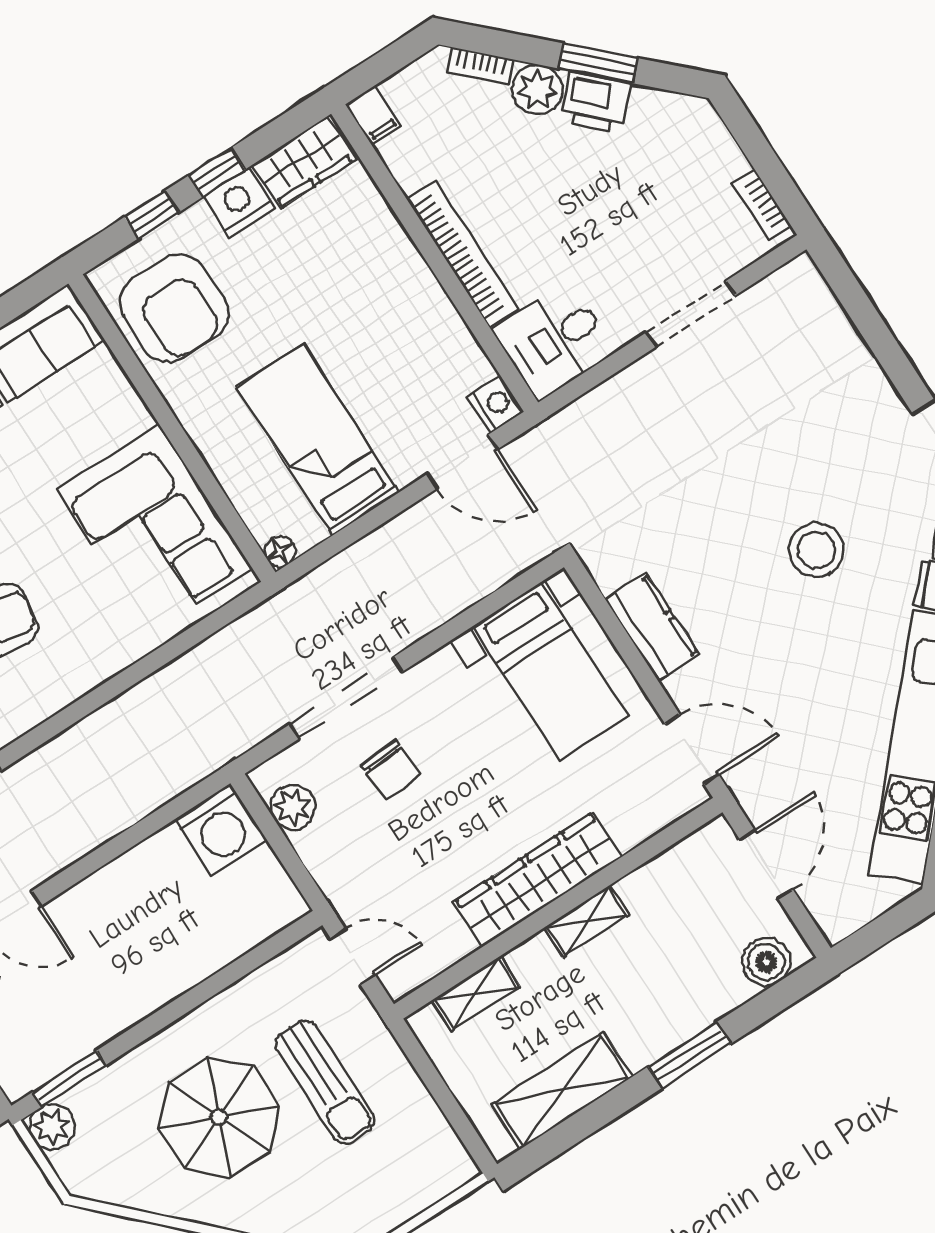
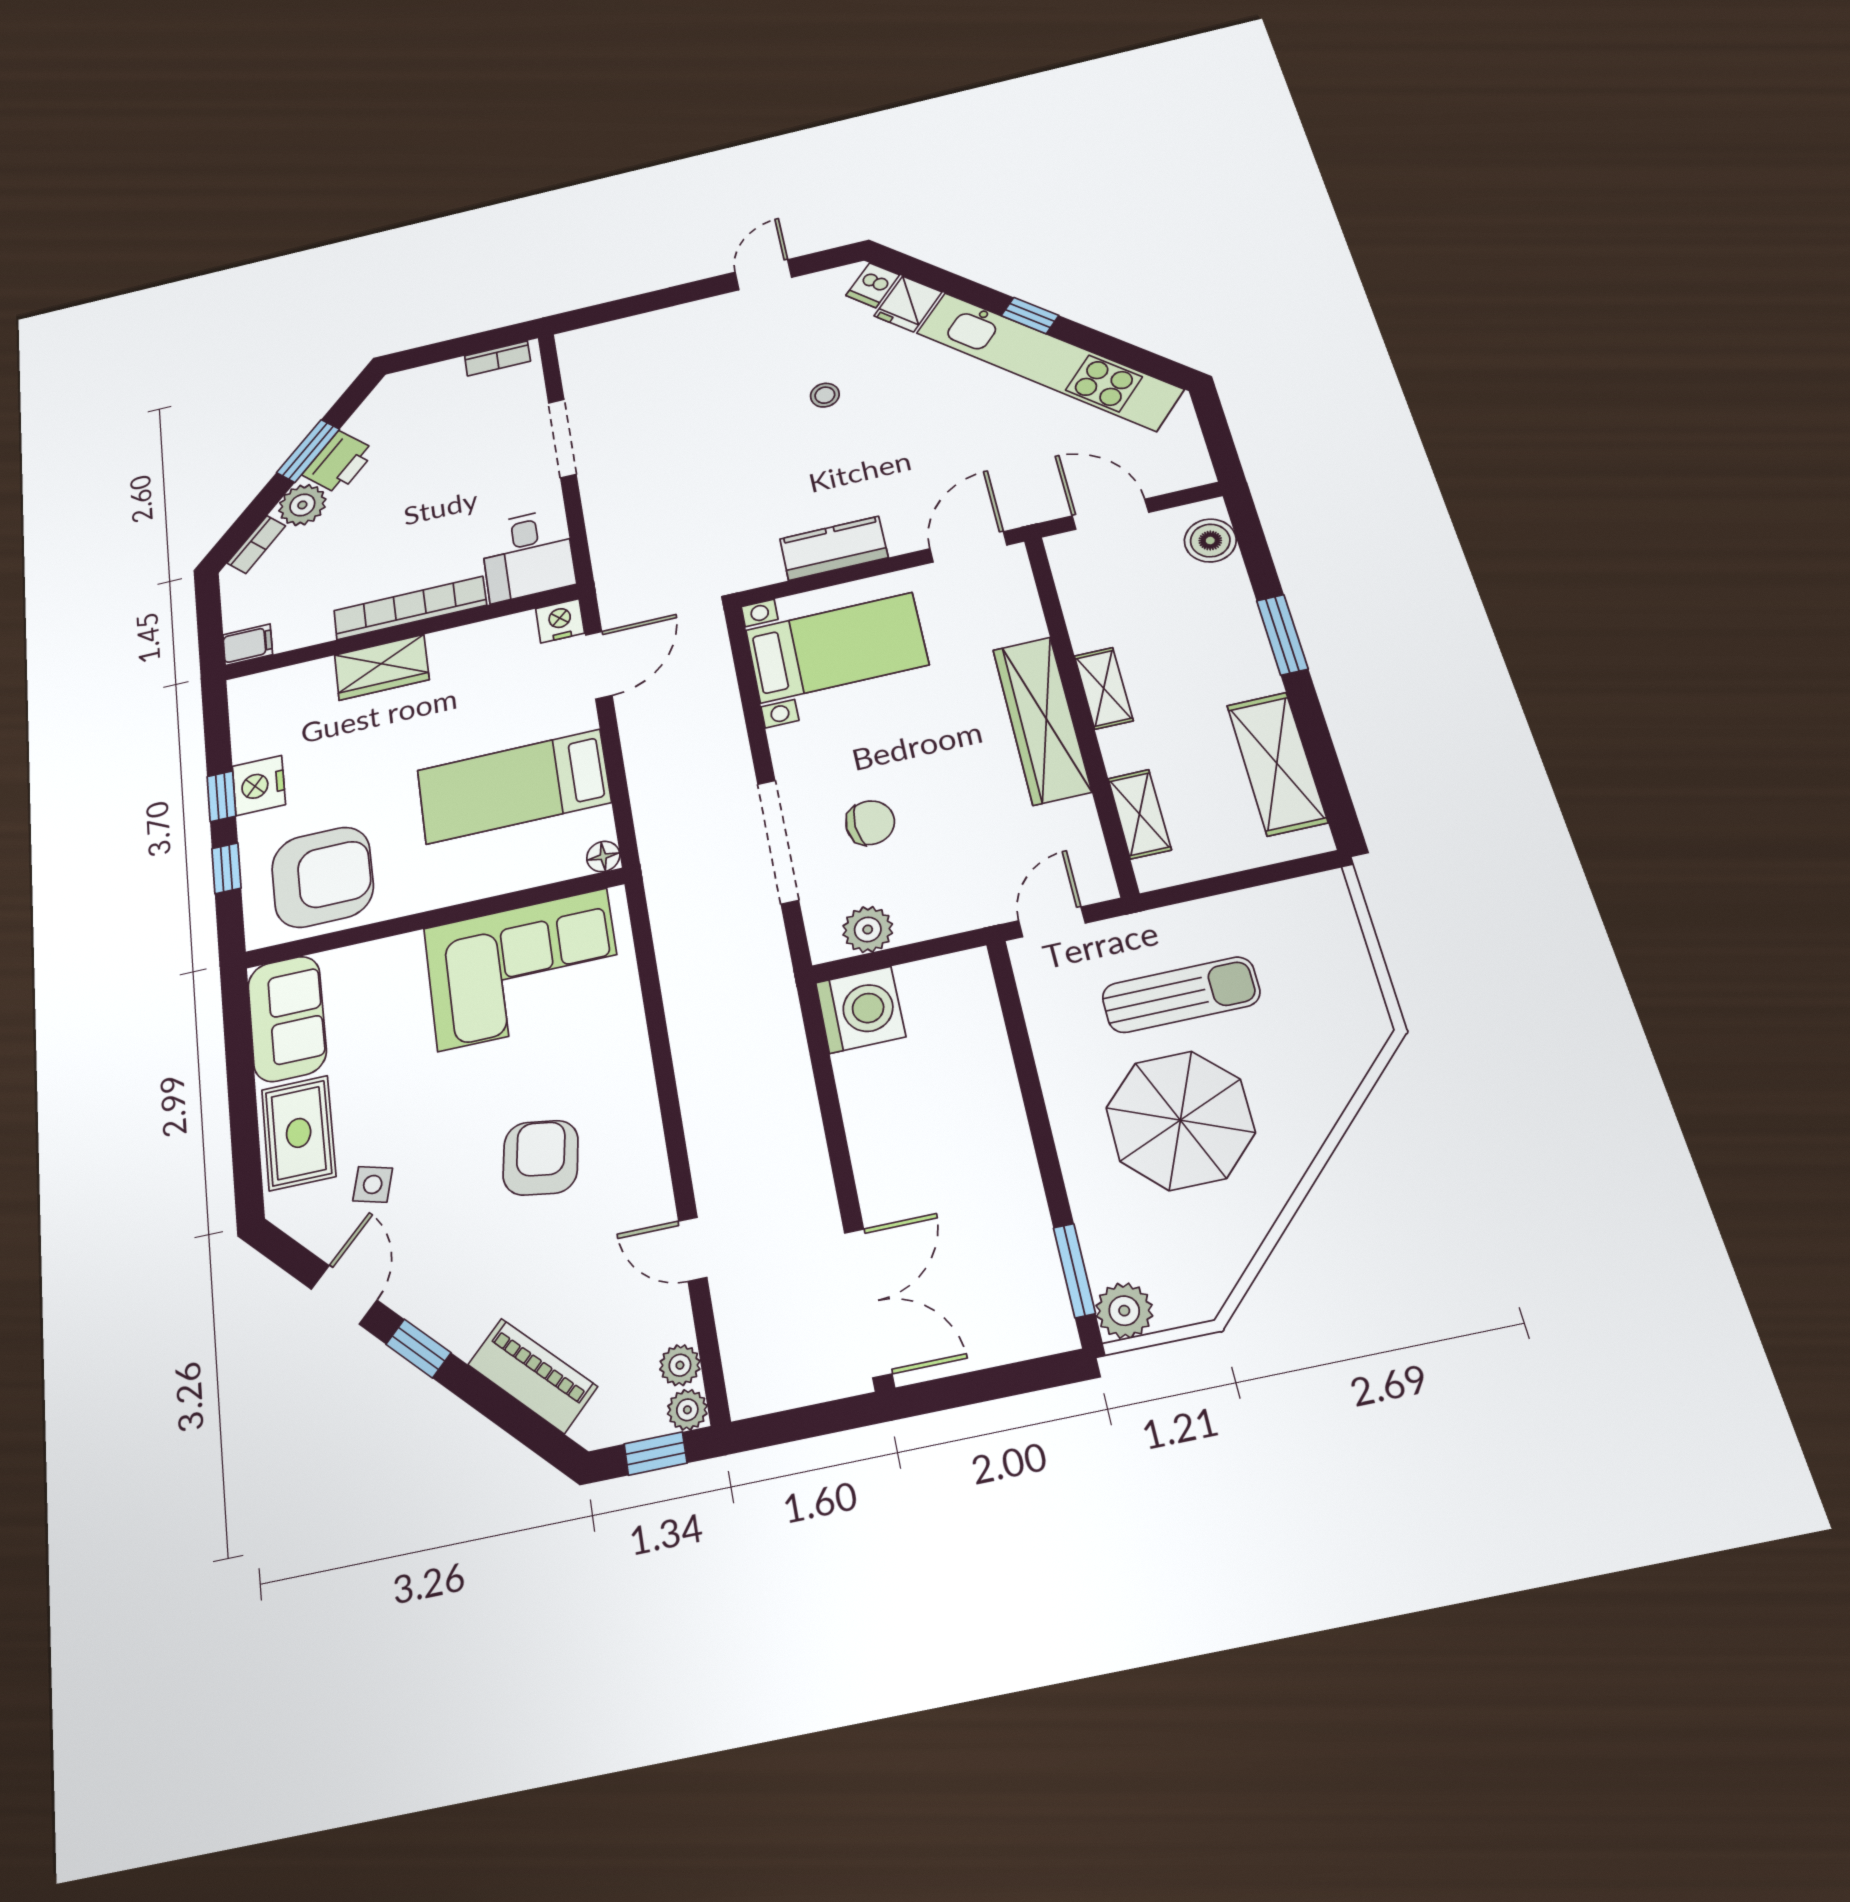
wardrobe: (303, 163) -> (382, 667), moved, turned 90
stool: (816, 550) -> (825, 395), width x0.53, depth x0.53

